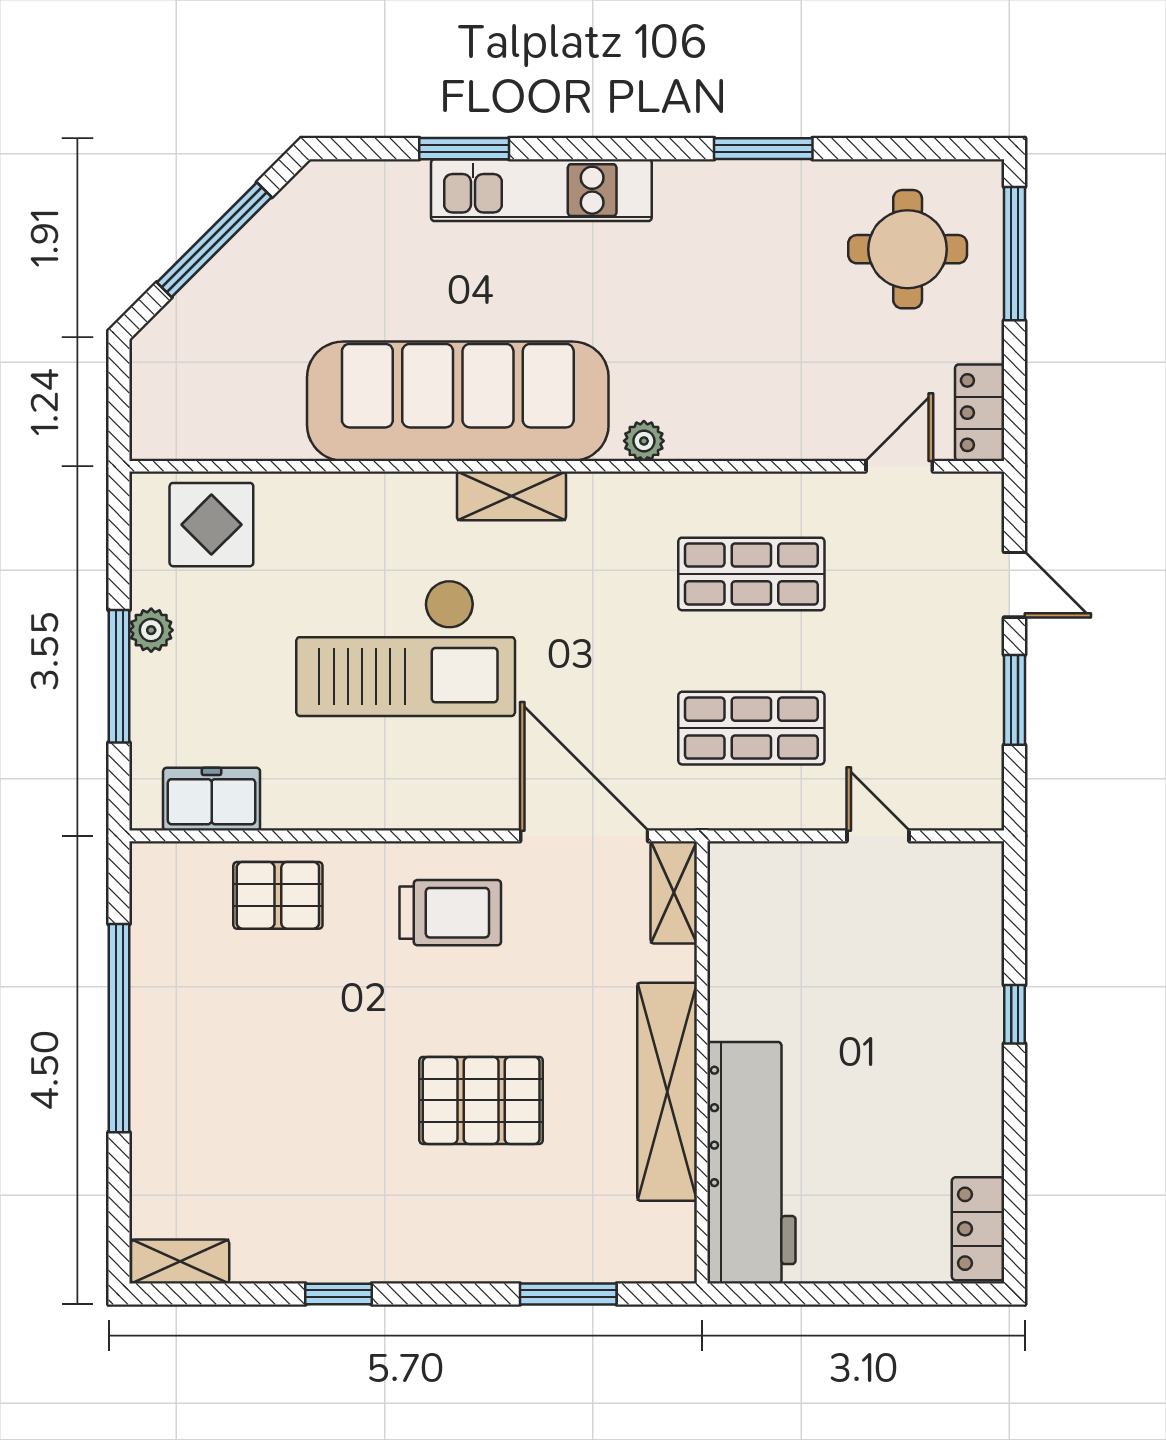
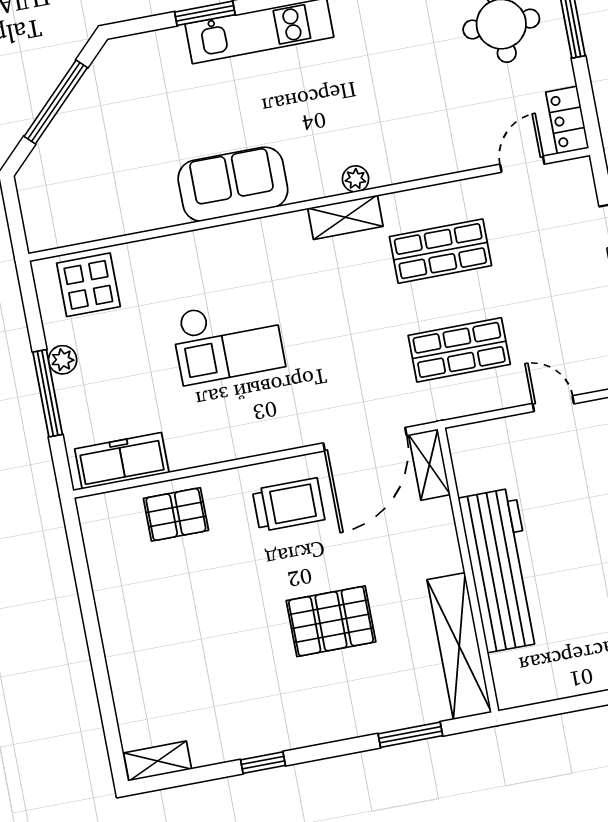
sofa: (458, 401) -> (233, 184), width x0.54, depth x0.79
shelving: (511, 496) -> (345, 217), moved
checkout: (406, 648) -> (228, 340), width x0.73, depth x0.83
freezer: (212, 799) -> (122, 461), width x1.40
door: (584, 836) -> (365, 439), swing flipped
window: (119, 1028) -> (90, 619), removed
shelving: (667, 1092) -> (459, 646), moved
workbench: (751, 1163) -> (501, 570), moved

